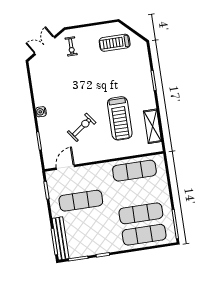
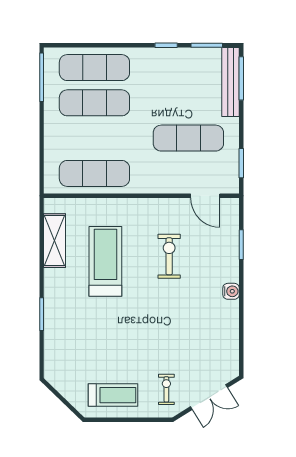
treadmill: (115, 43) -> (113, 395), moved
exercise bike: (82, 127) -> (169, 256), turned 126
door: (65, 167) -> (205, 196), hinge flipped

